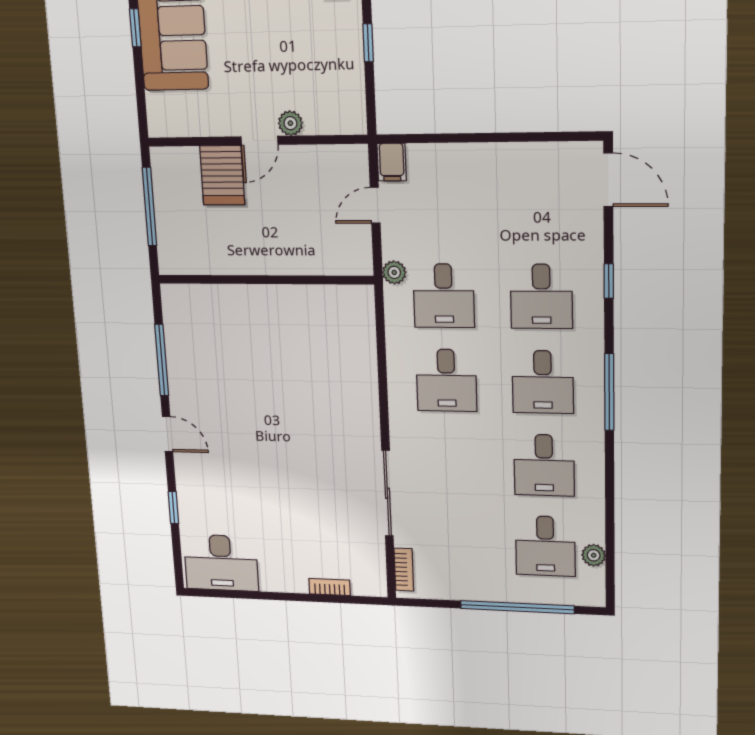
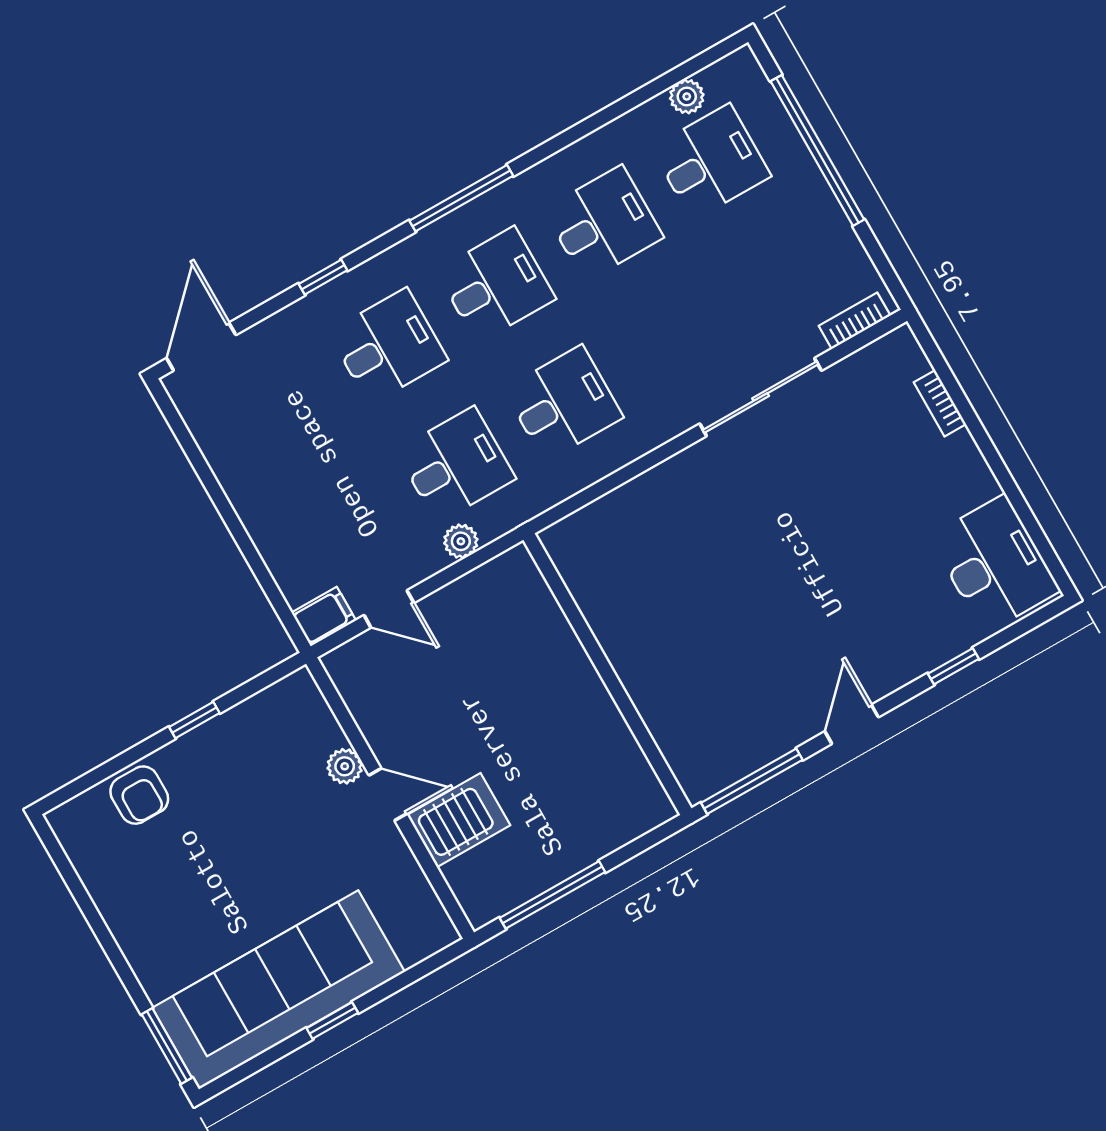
wall: (265, 280) -> (607, 674), moved

